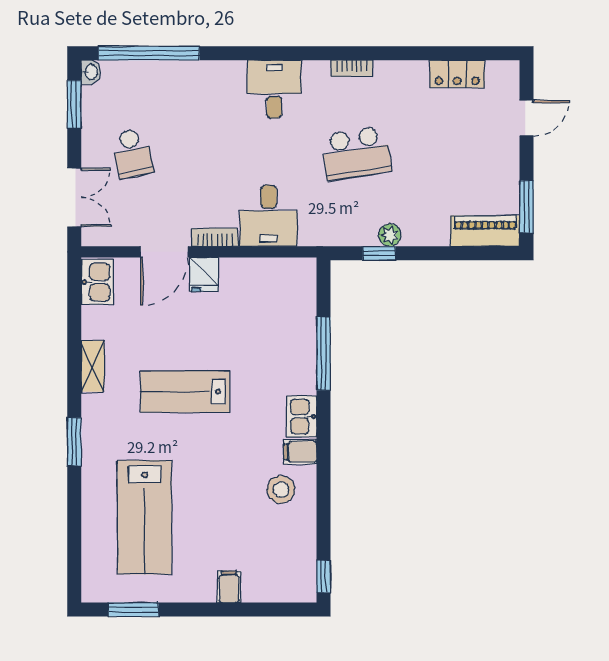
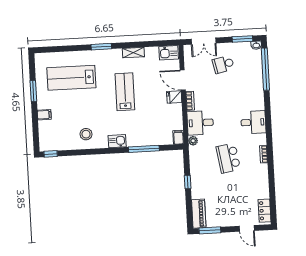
locker: (457, 74) -> (264, 211), moved
plant: (390, 235) -> (193, 141), moved
window: (379, 253) -> (188, 182), moved
filing cabinet: (300, 452) -> (178, 137), moved
window: (133, 610) -> (33, 91), moved

